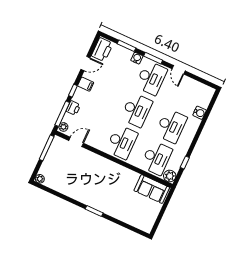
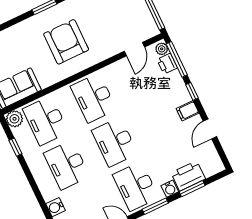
printer: (102, 50) -> (188, 176), moved, turned 90
printer: (73, 108) -> (167, 64), moved
armchair: (103, 183) -> (66, 42), added

